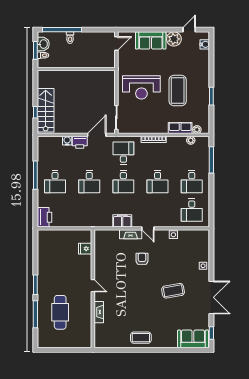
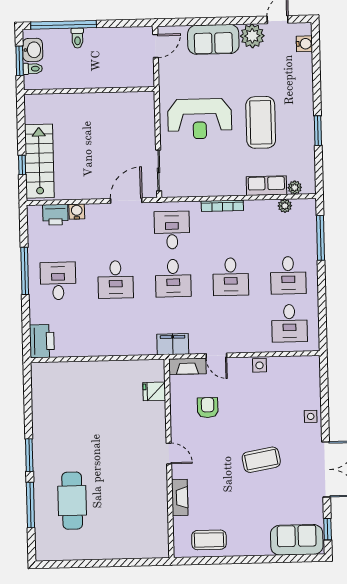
printer: (80, 142) -> (55, 215), moved
desk: (55, 182) -> (58, 281), turned 180
fridge: (85, 249) -> (154, 391), moved
door: (93, 286) -> (169, 454), moved
wall: (93, 289) -> (169, 458), moved
fireplace: (99, 312) -> (180, 498), moved

